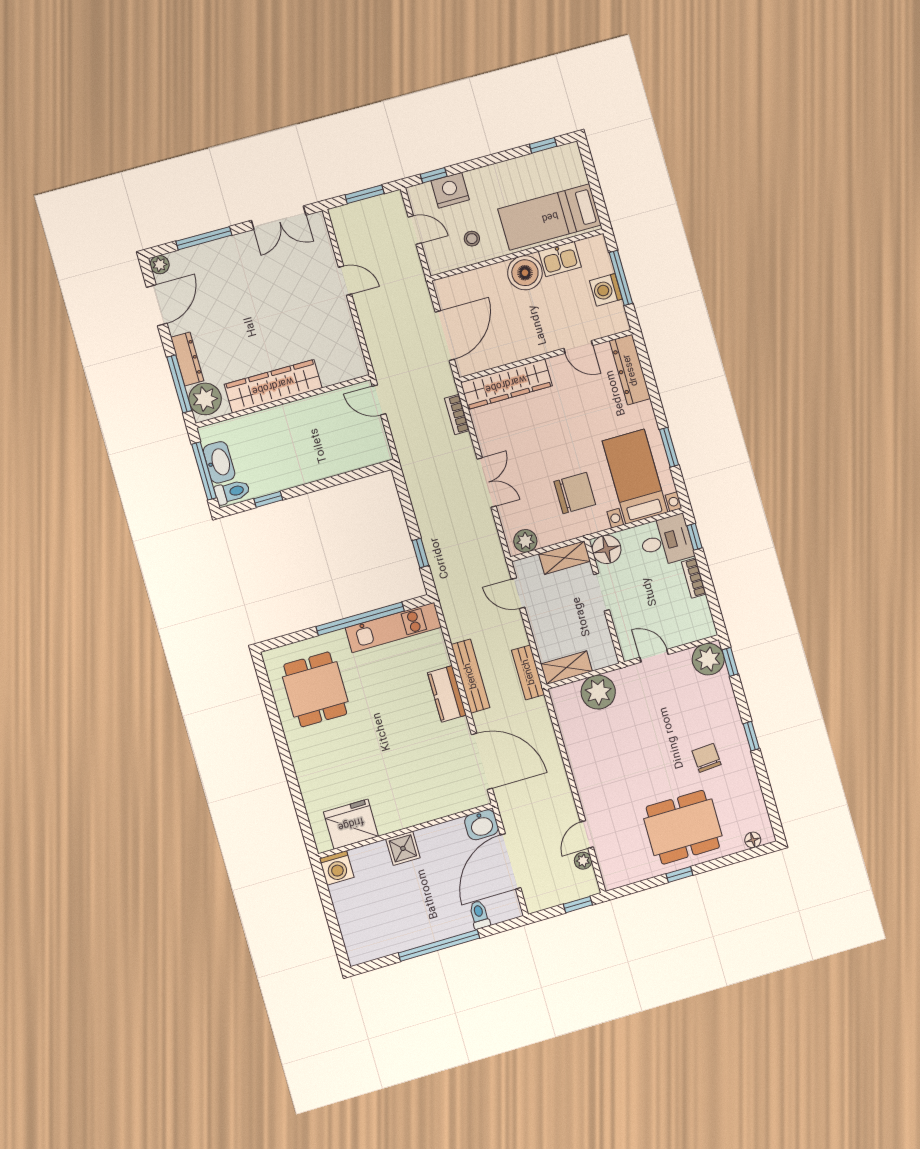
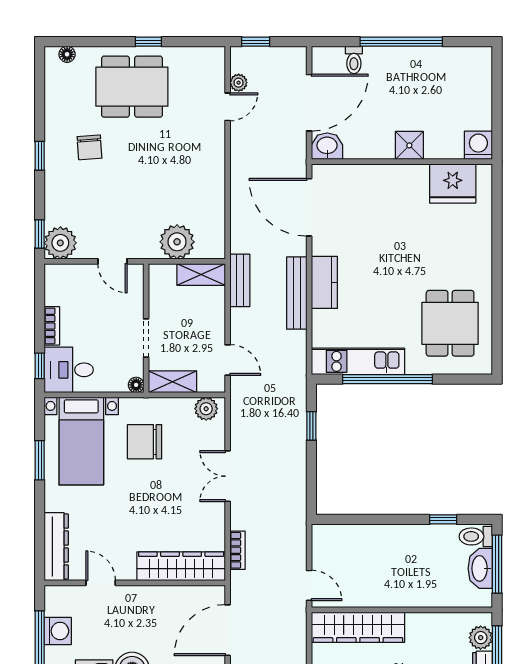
wardrobe: (273, 386) -> (358, 627), moved
plant: (205, 399) -> (481, 638), width x0.73, depth x0.73
floor lamp: (607, 549) -> (136, 385), width x0.53, depth x0.53

